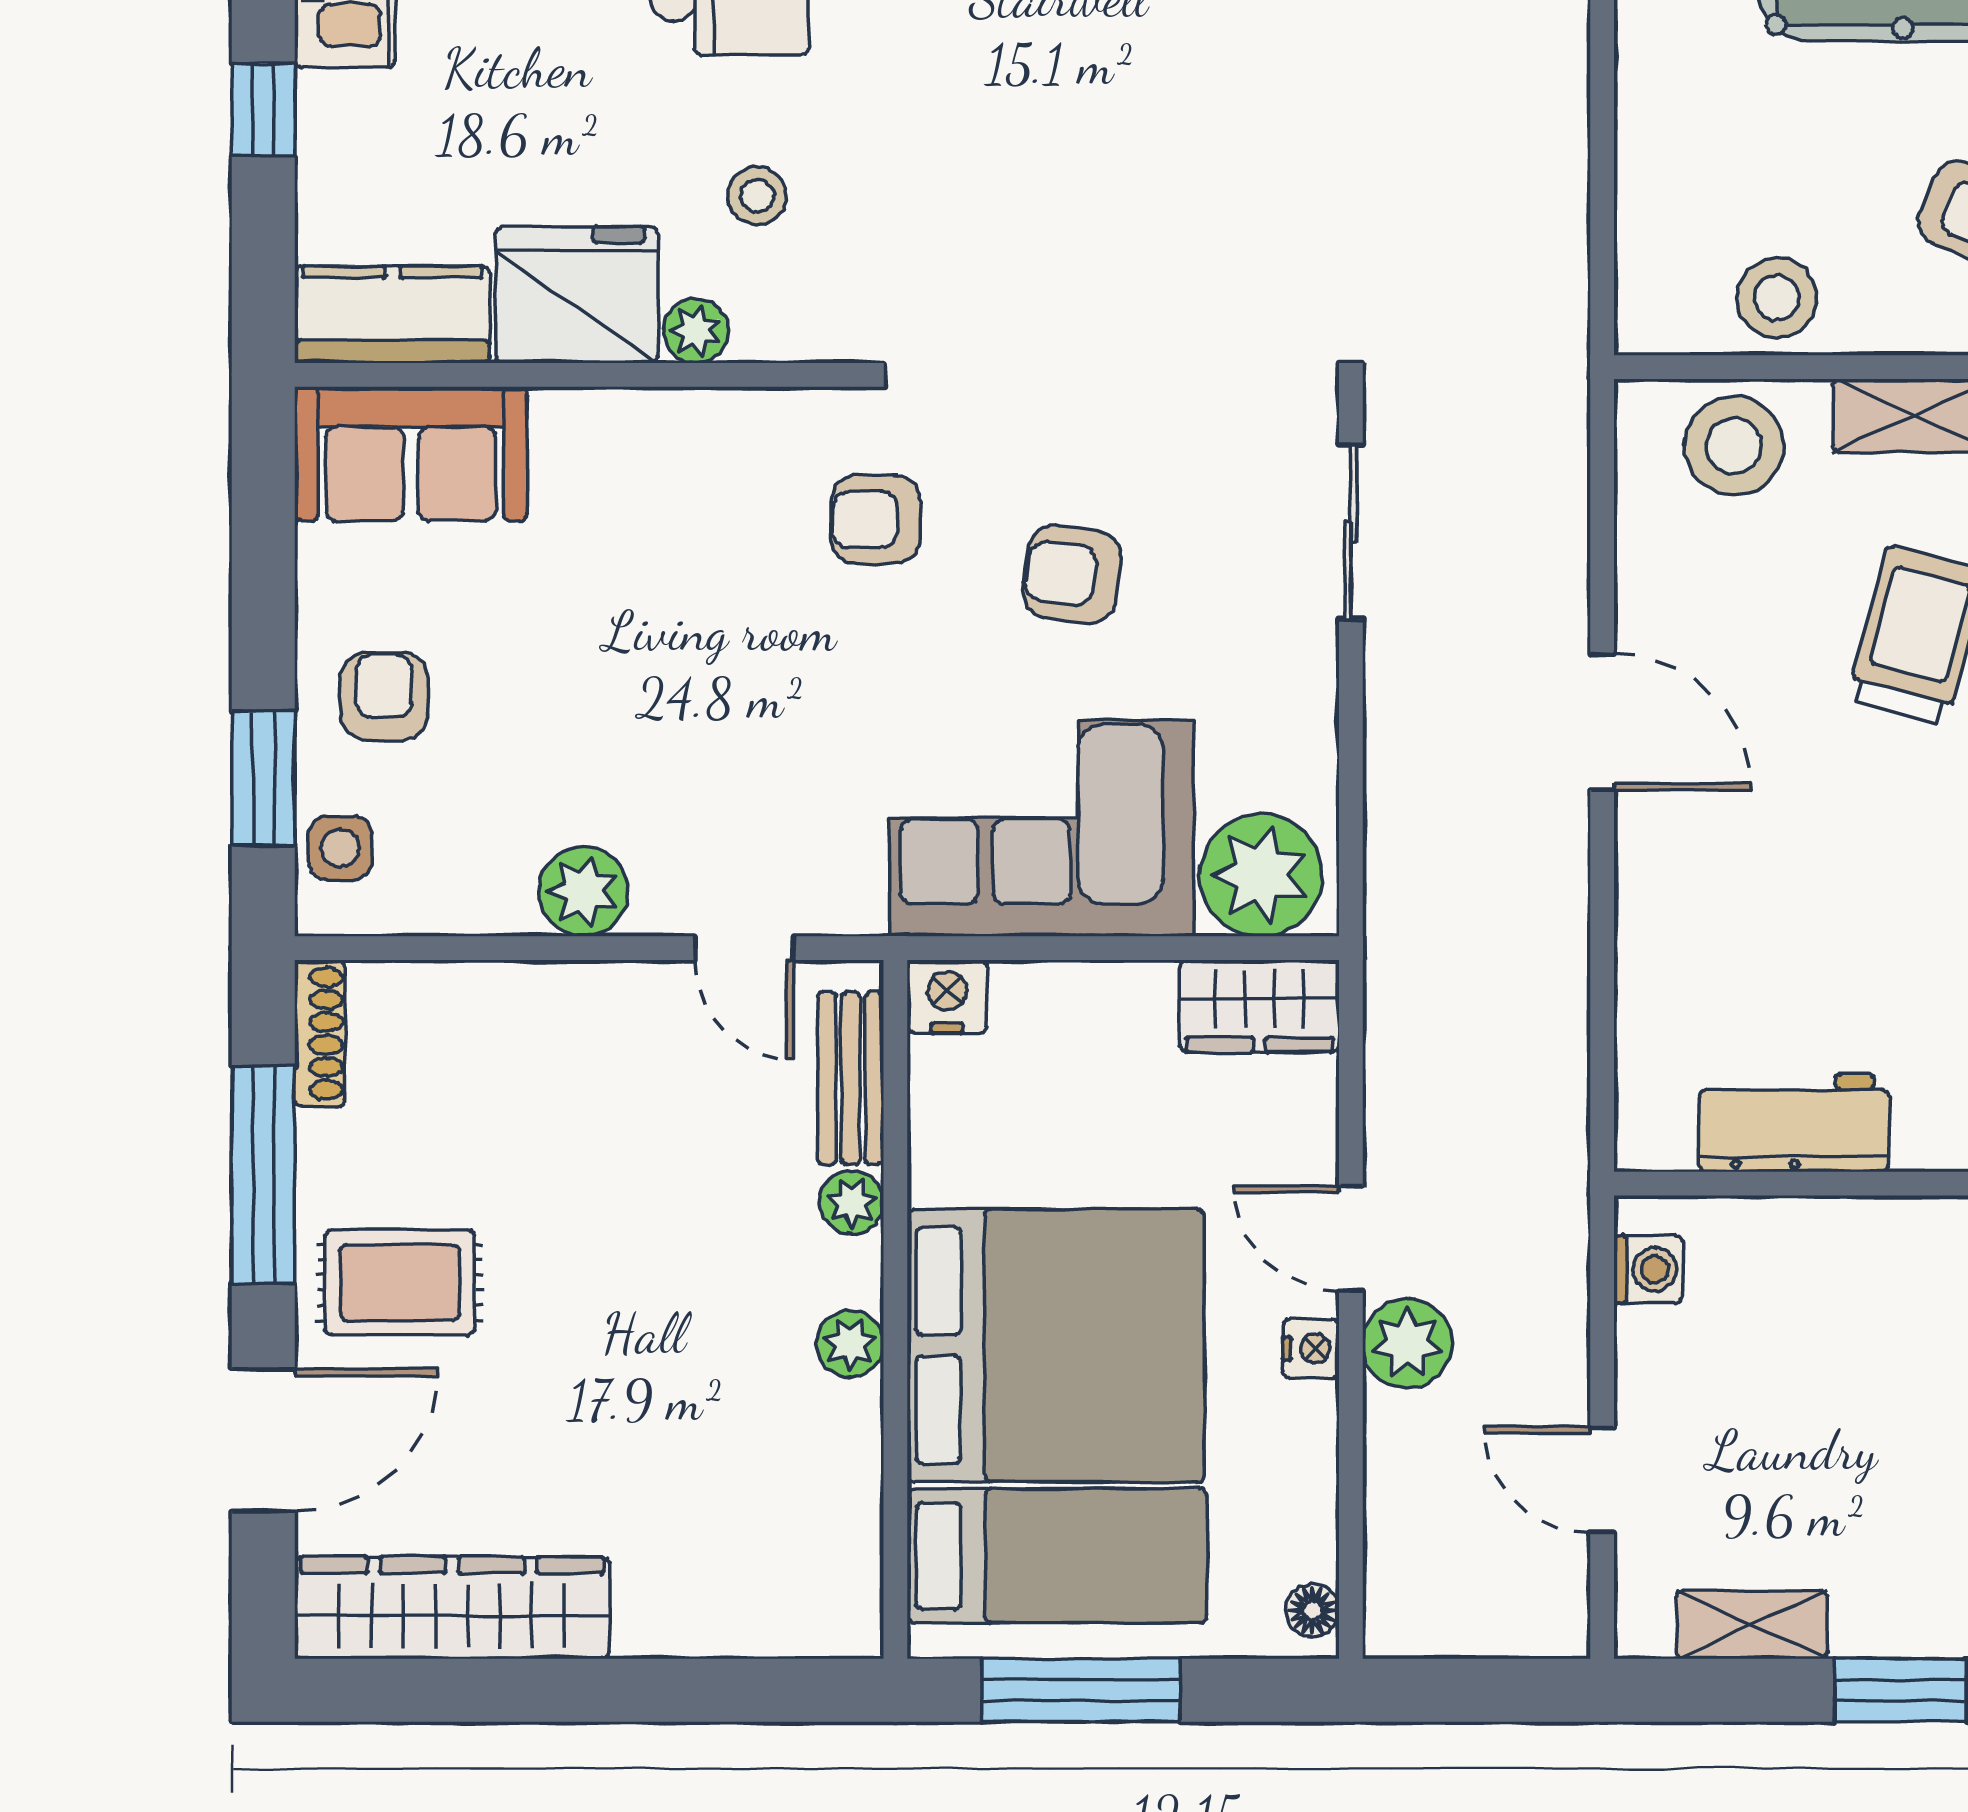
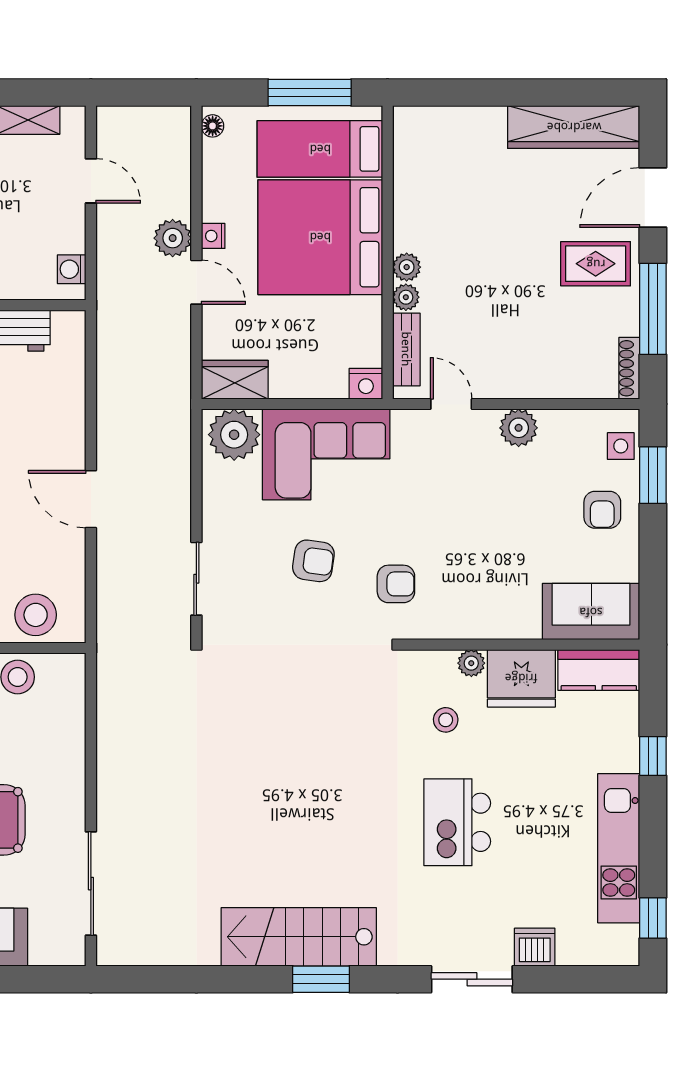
plant: (850, 1344) -> (407, 267), moved

